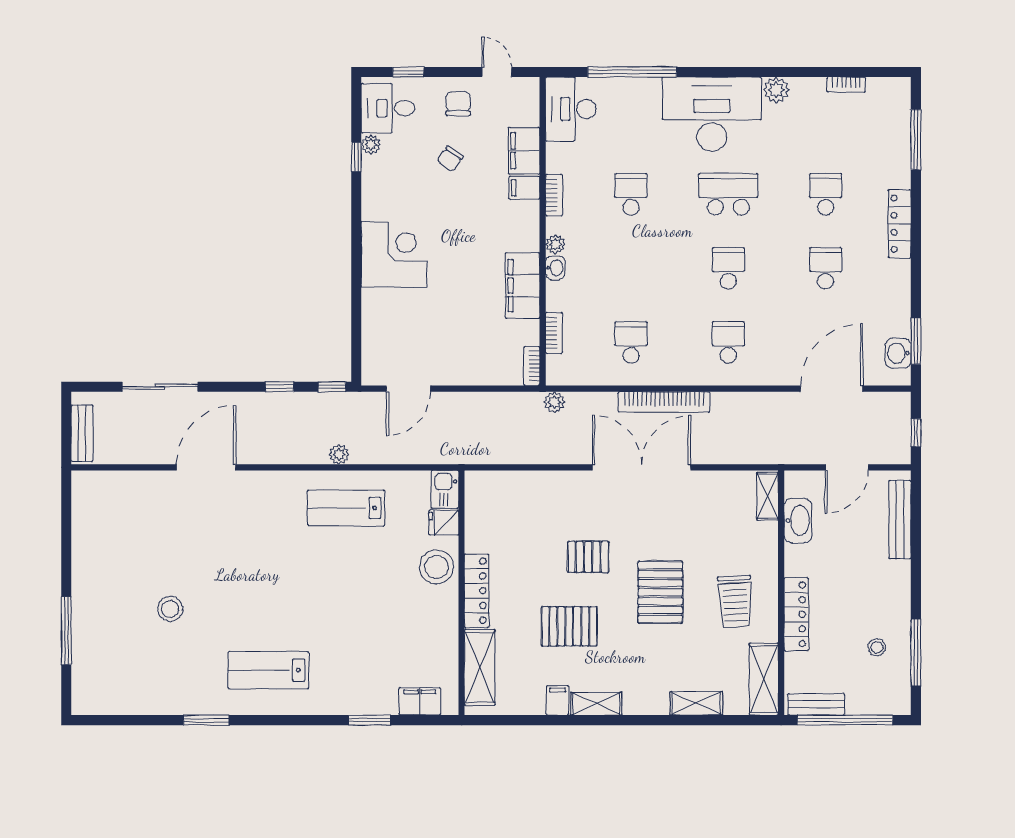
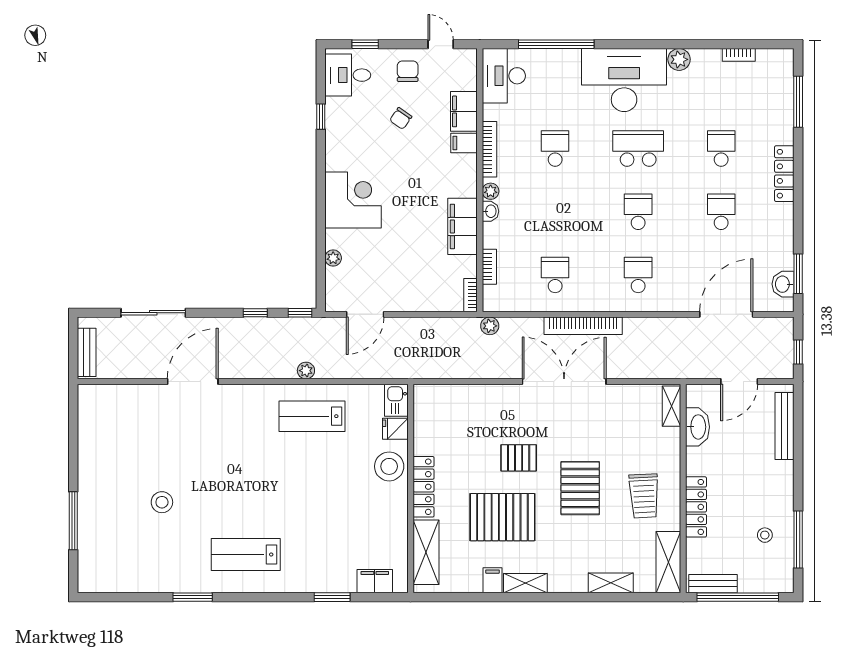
plant: (371, 145) -> (333, 258), moved
bookcase: (554, 195) -> (489, 149), width x1.56
pallet: (569, 626) -> (502, 517), width x1.37, depth x1.41

